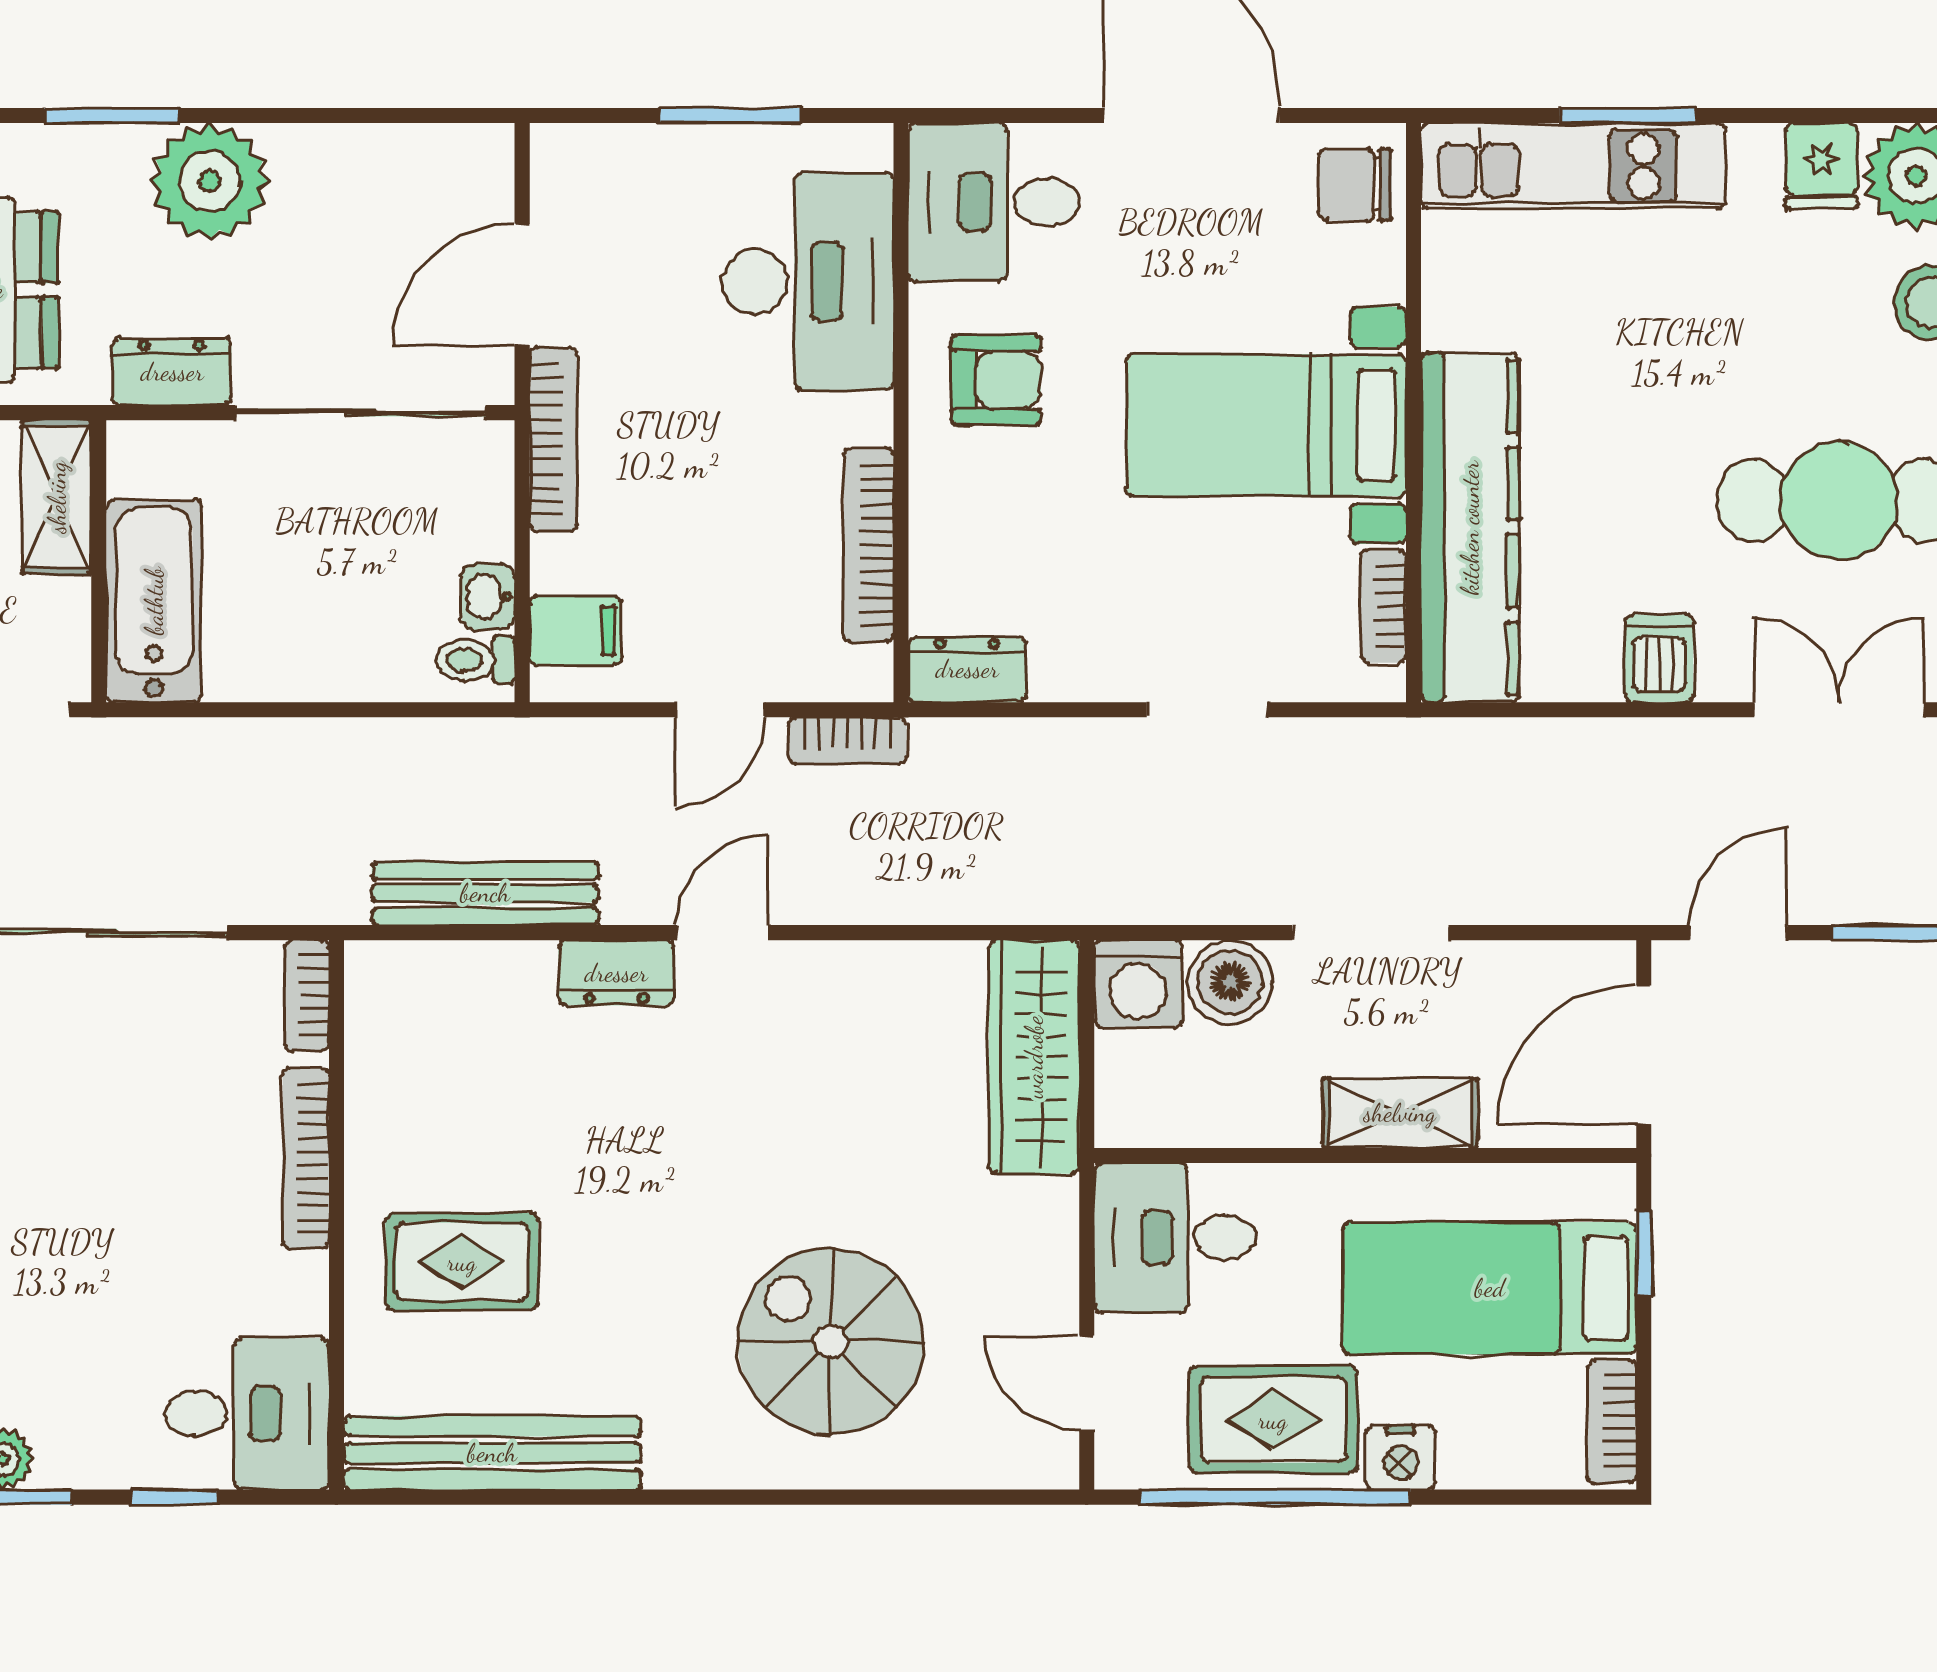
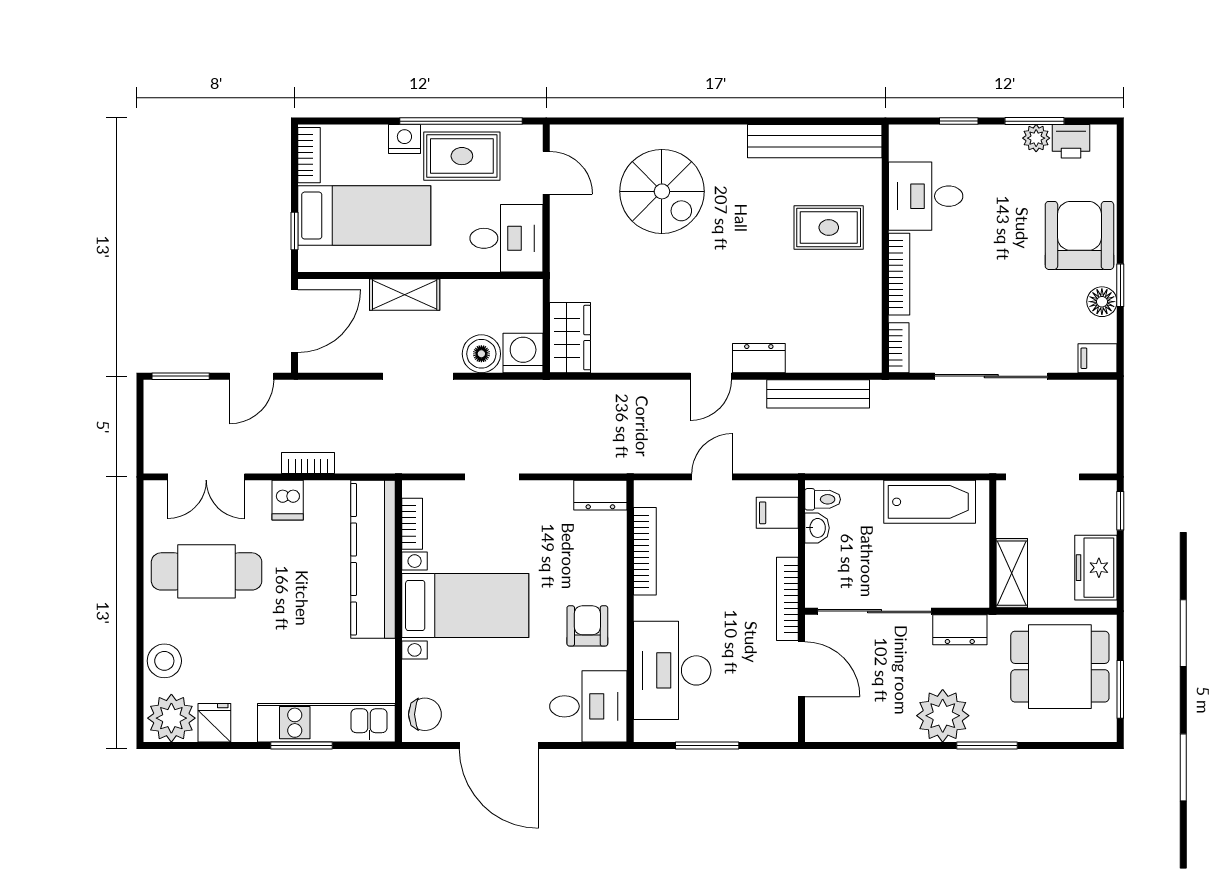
door: (522, 284) -> (801, 669), hinge flipped
armchair: (996, 380) -> (587, 626), turned 90
bathtub: (154, 601) -> (930, 502), moved, turned -90
bookcase: (848, 741) -> (308, 463), moved
wardrobe: (1034, 1057) -> (570, 338), width x0.67
desk: (247, 1414) -> (926, 196), moved

